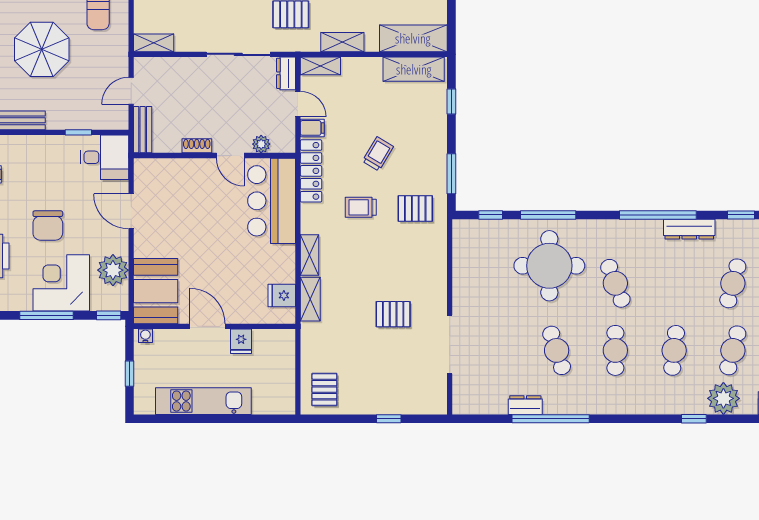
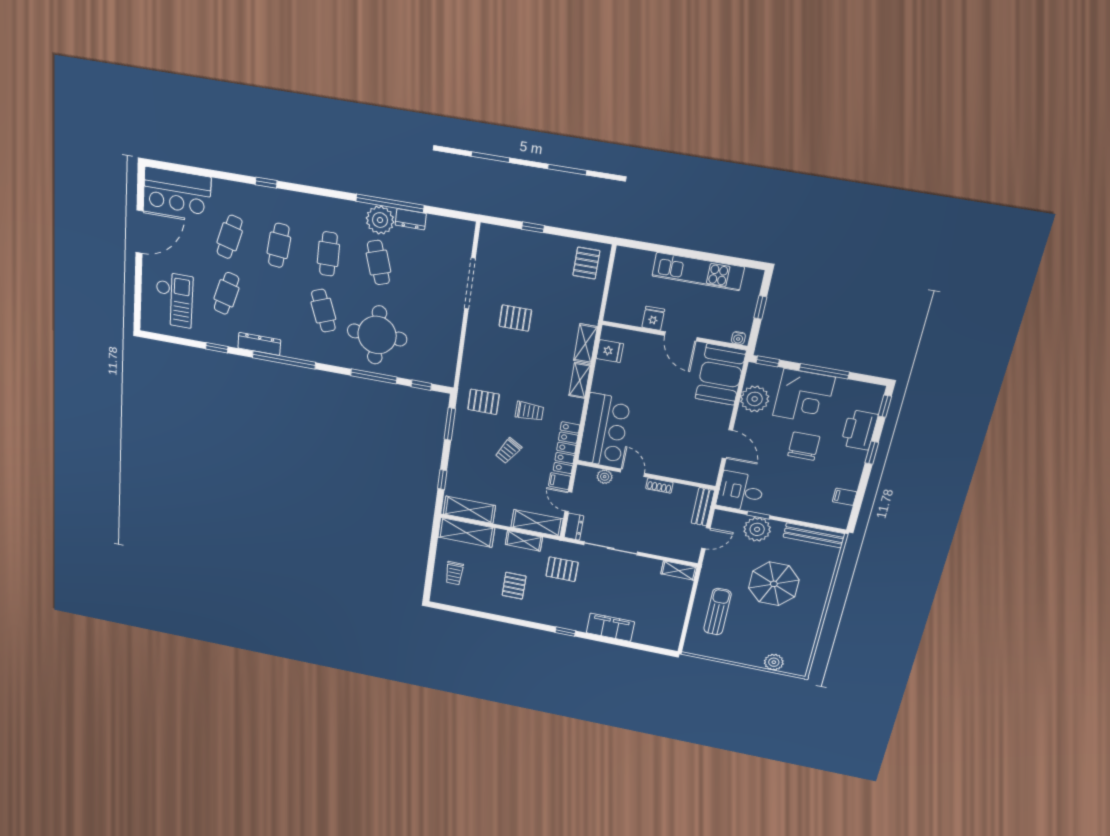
shelving: (320, 66) -> (537, 523), width x1.50, depth x1.33
plant: (76, 114) -> (757, 529), added
plant: (723, 398) -> (380, 220), moved

